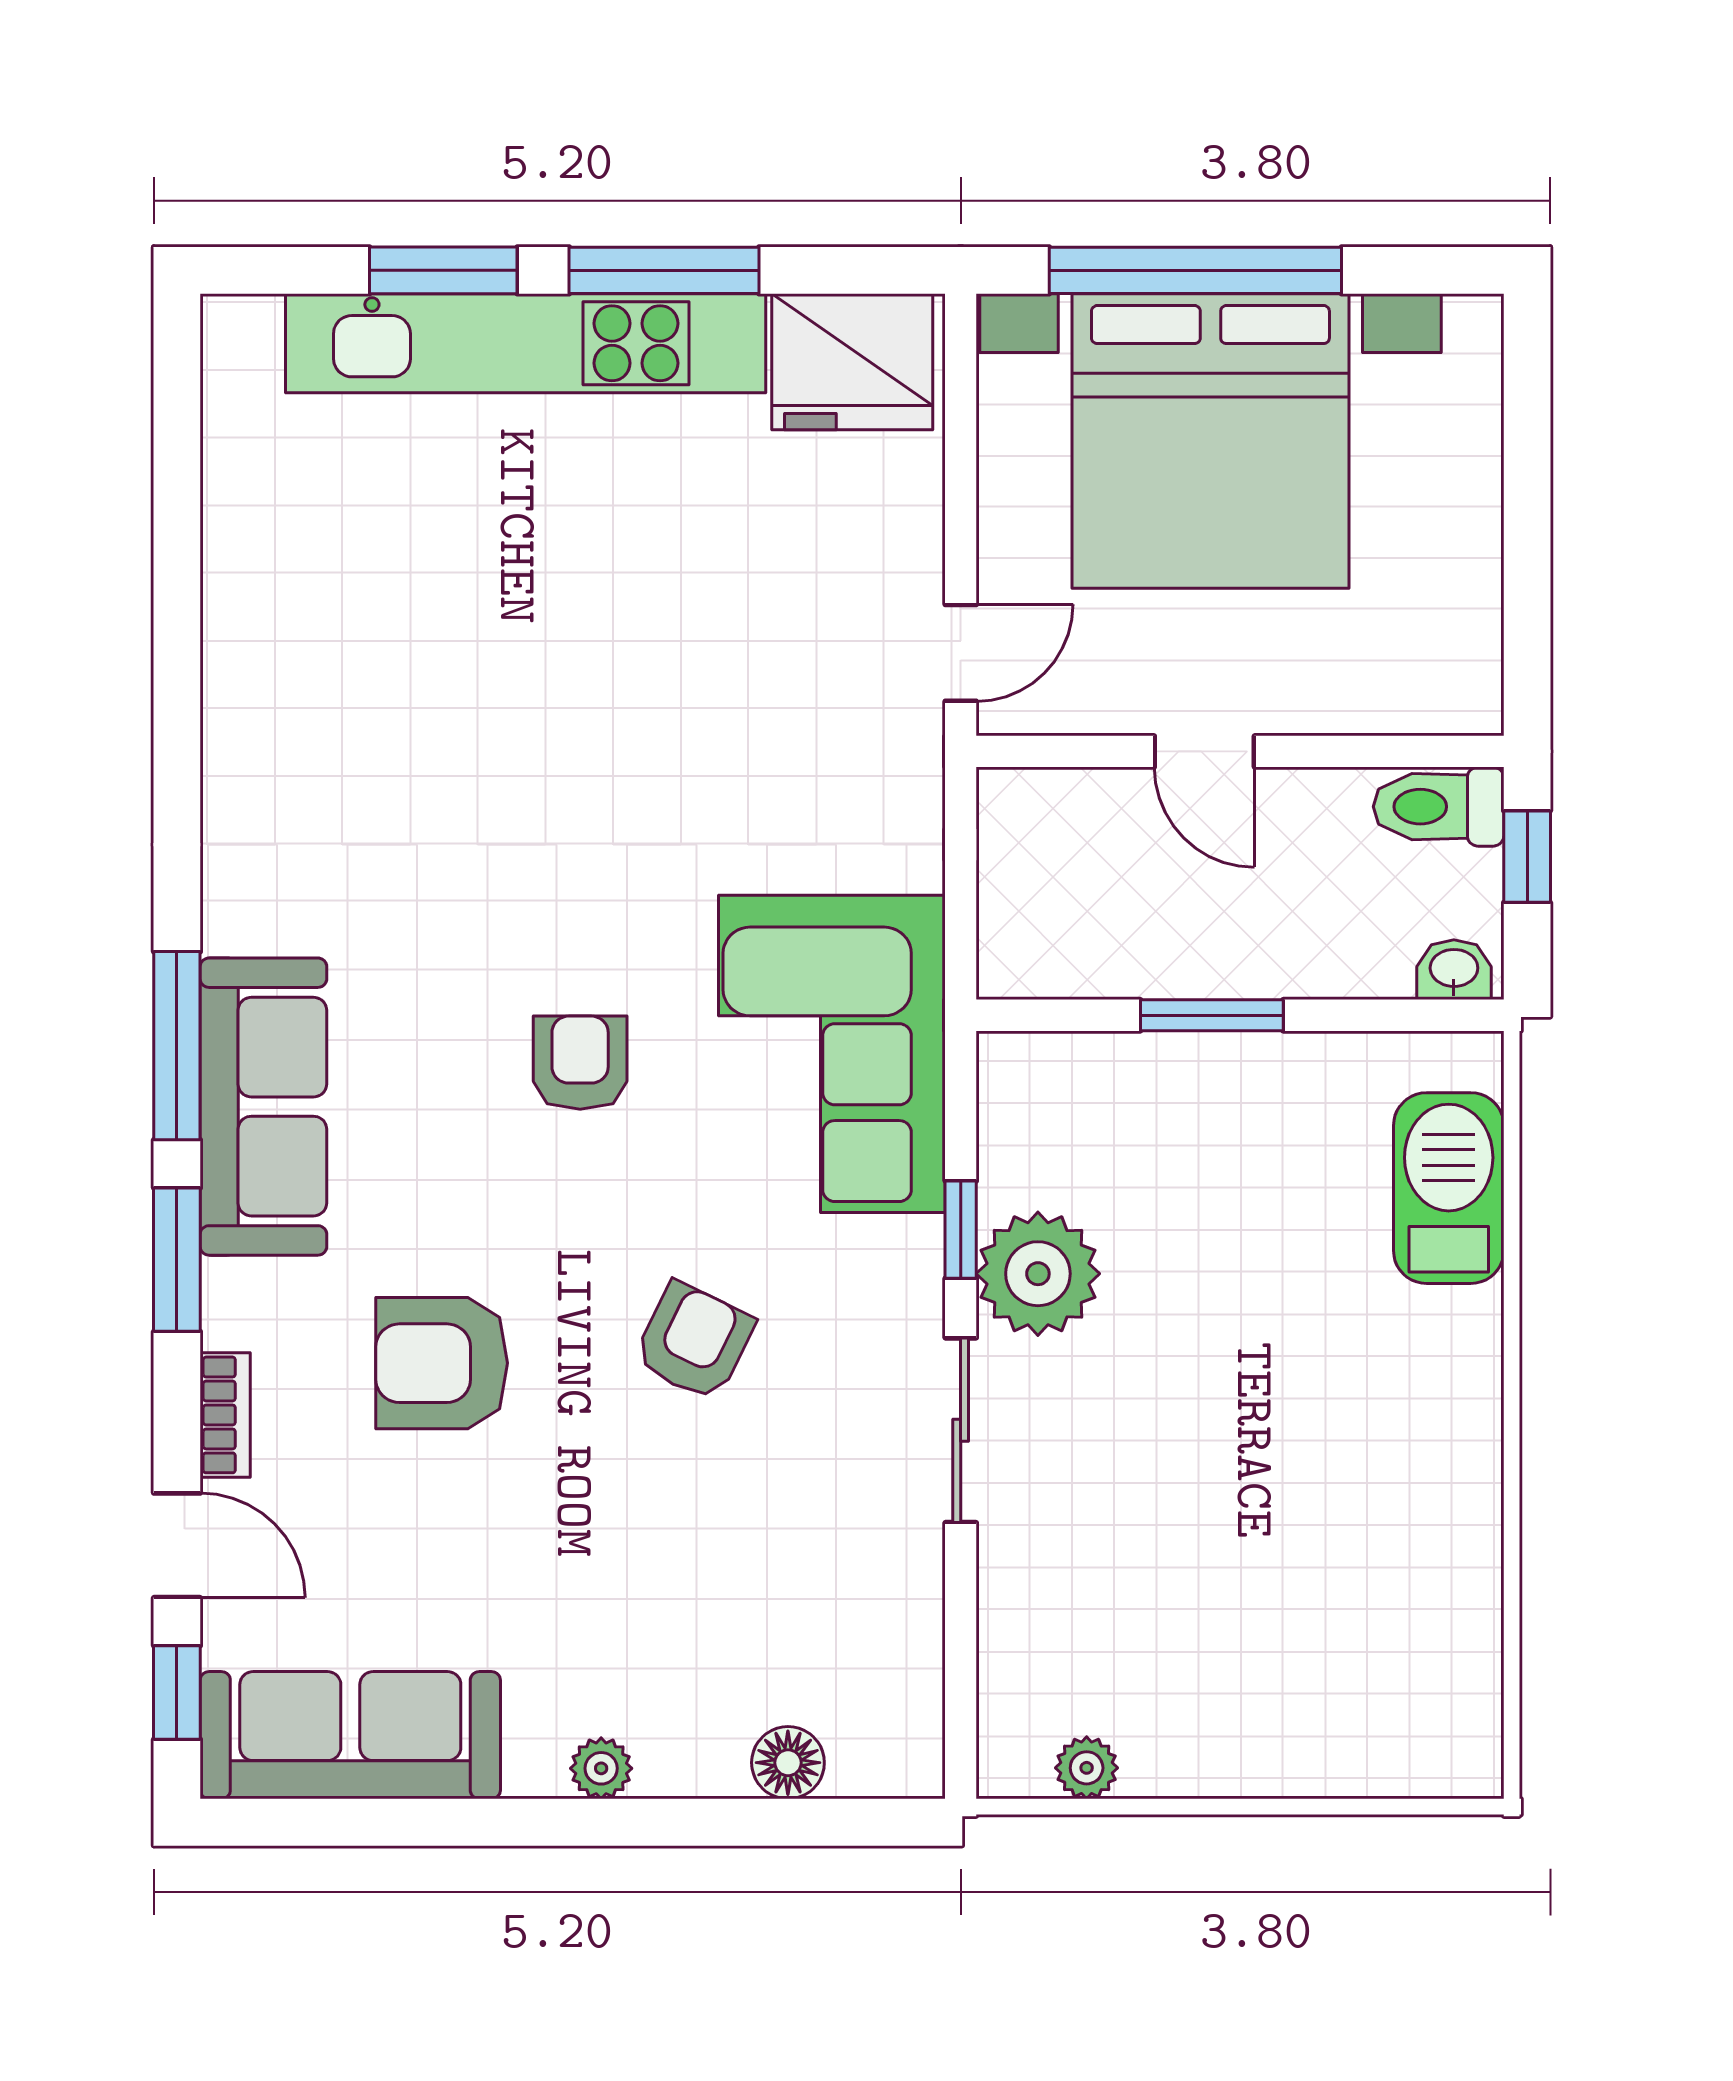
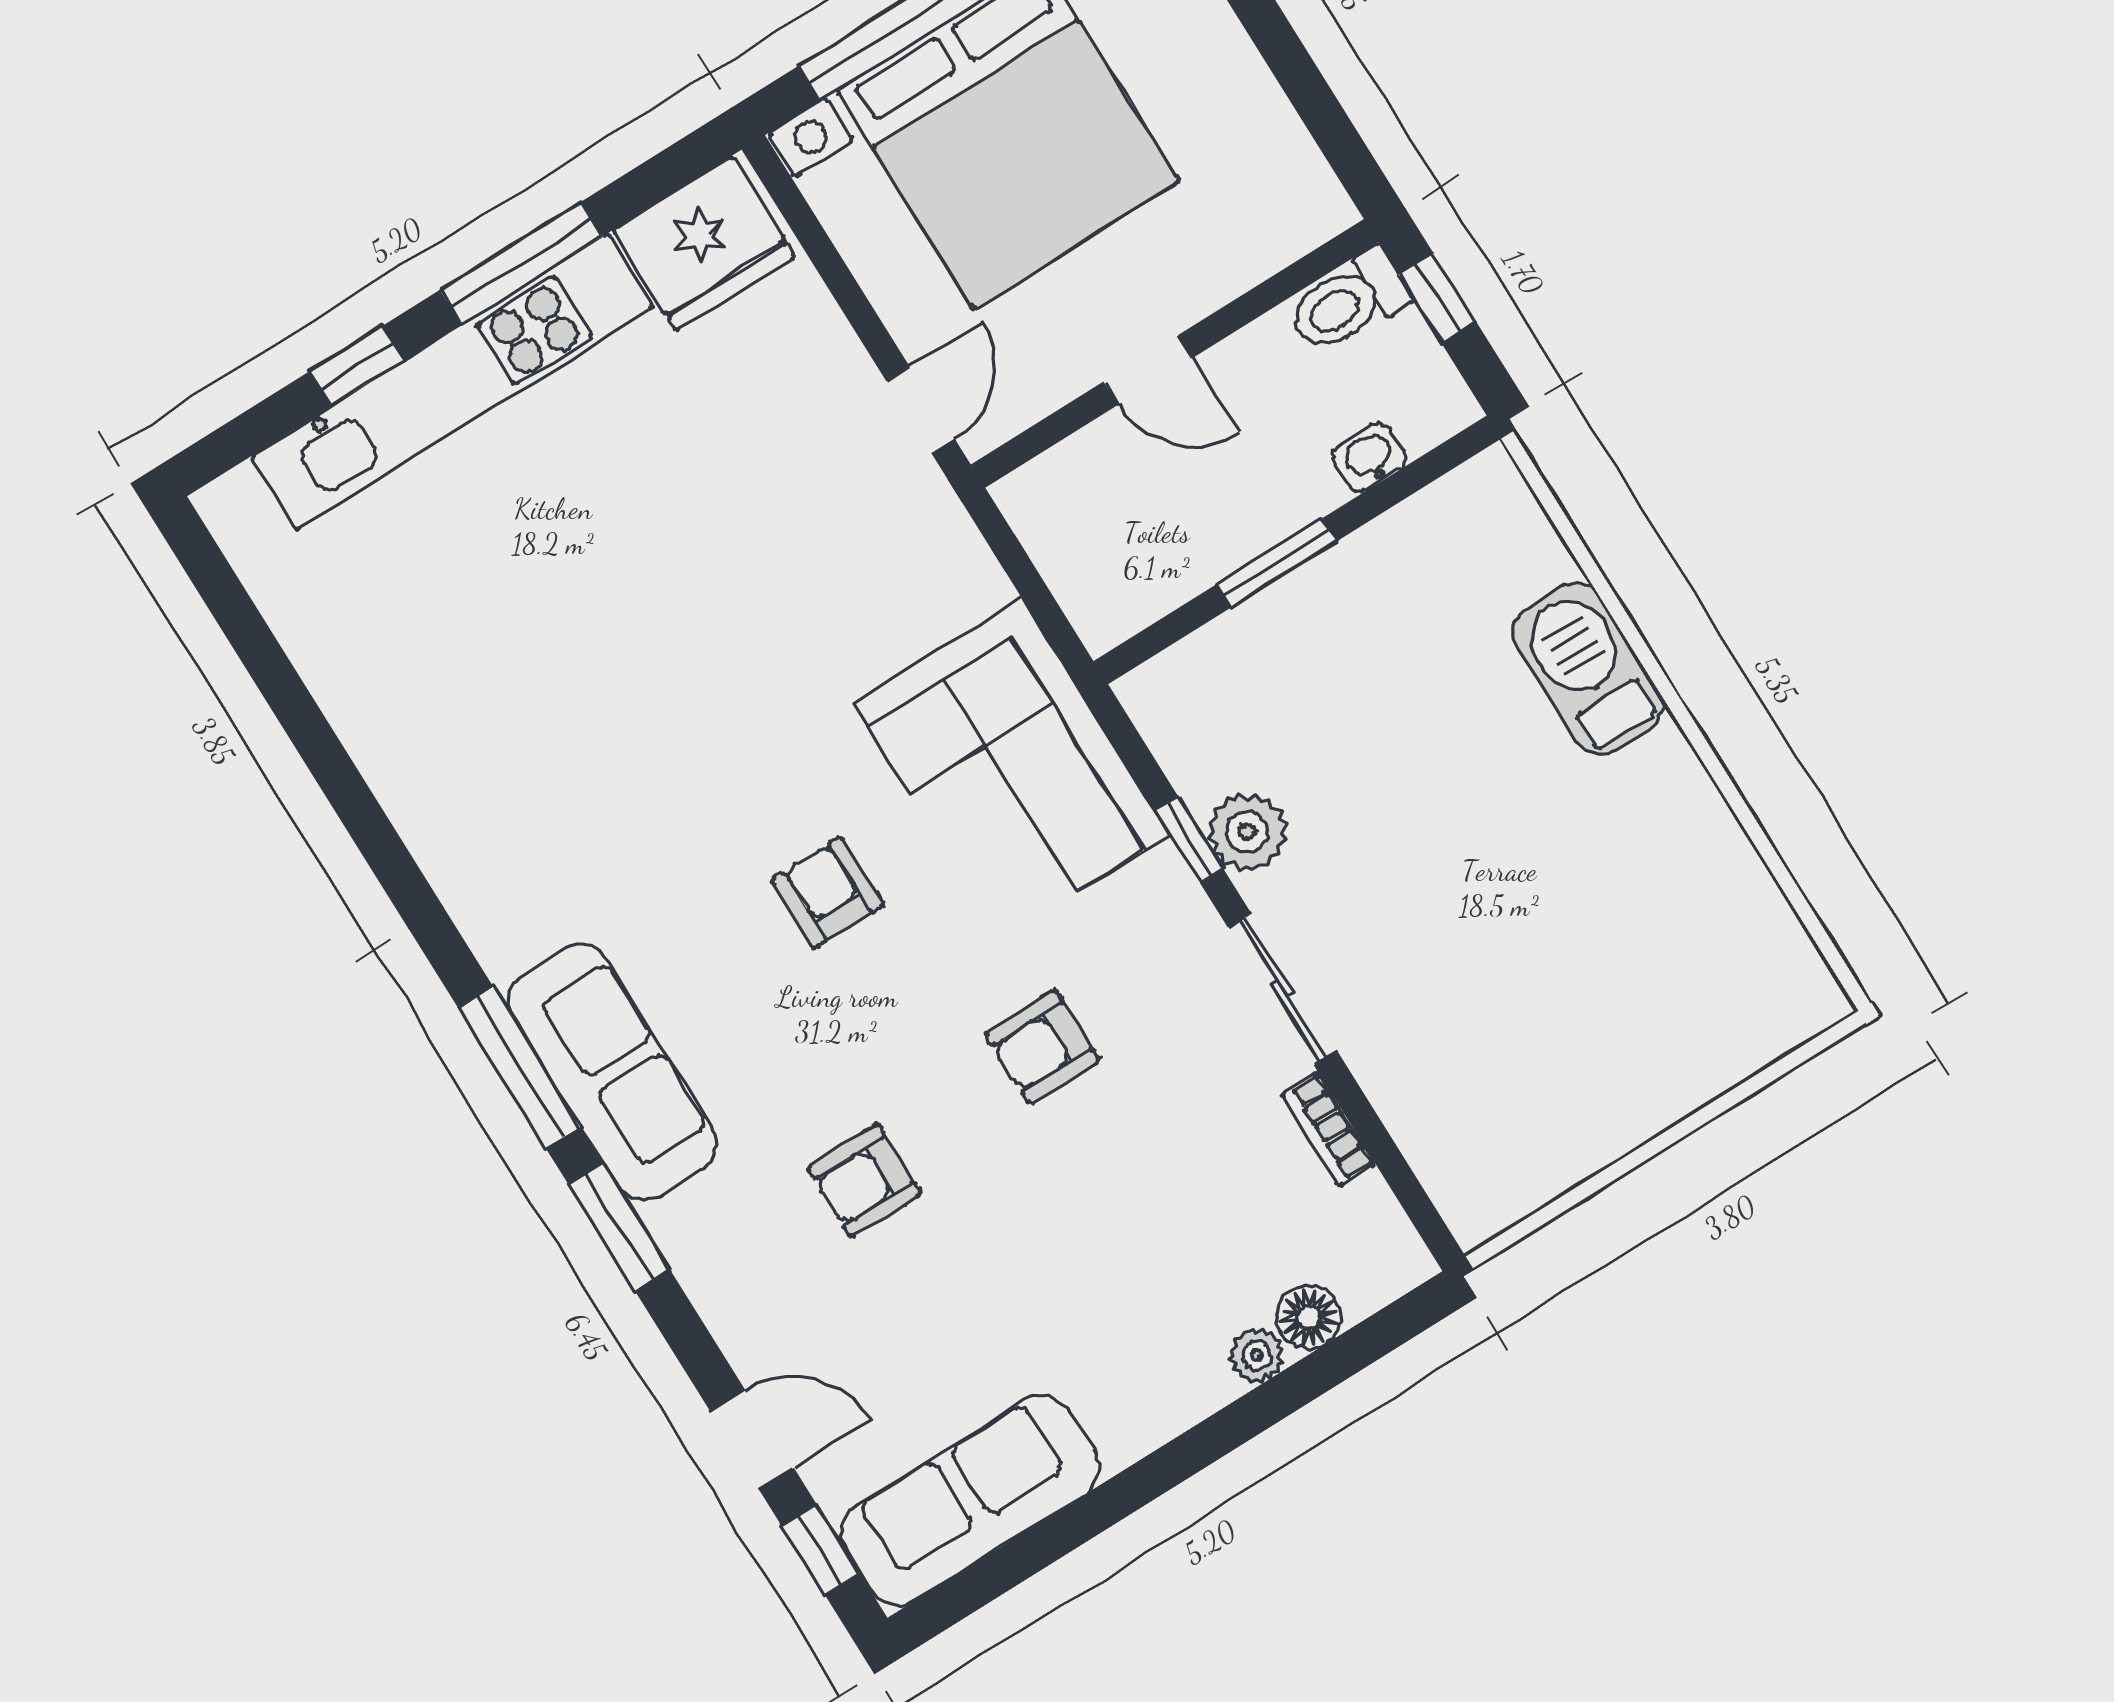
window: (443, 270) -> (357, 366), width x0.67
washbasin: (1454, 970) -> (1369, 458), moved
barbecue: (1449, 1188) -> (1588, 669), moved
plant: (1038, 1274) -> (1247, 832), width x0.73, depth x0.73
armchair: (694, 1341) -> (1042, 1047), turned -116
armchair: (442, 1363) -> (864, 1181), width x0.72, depth x0.72
bookcase: (225, 1415) -> (1328, 1129), moved, turned 180
plant: (601, 1768) -> (1257, 1355), moved
plant: (1087, 1768) -> (1533, 1182), removed

